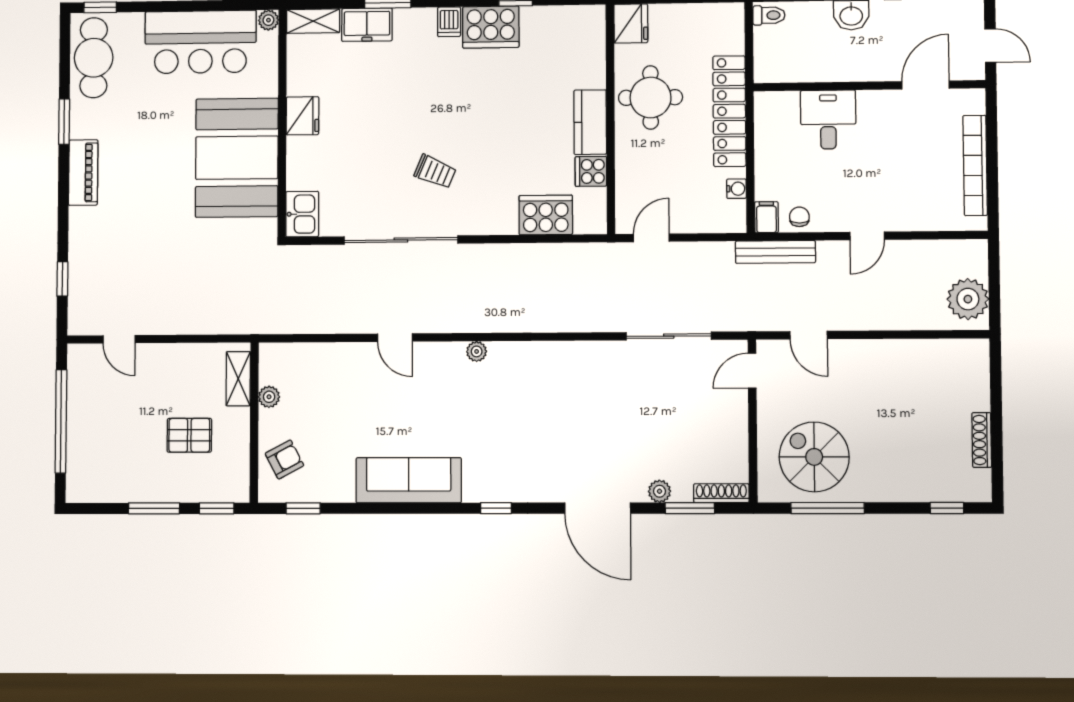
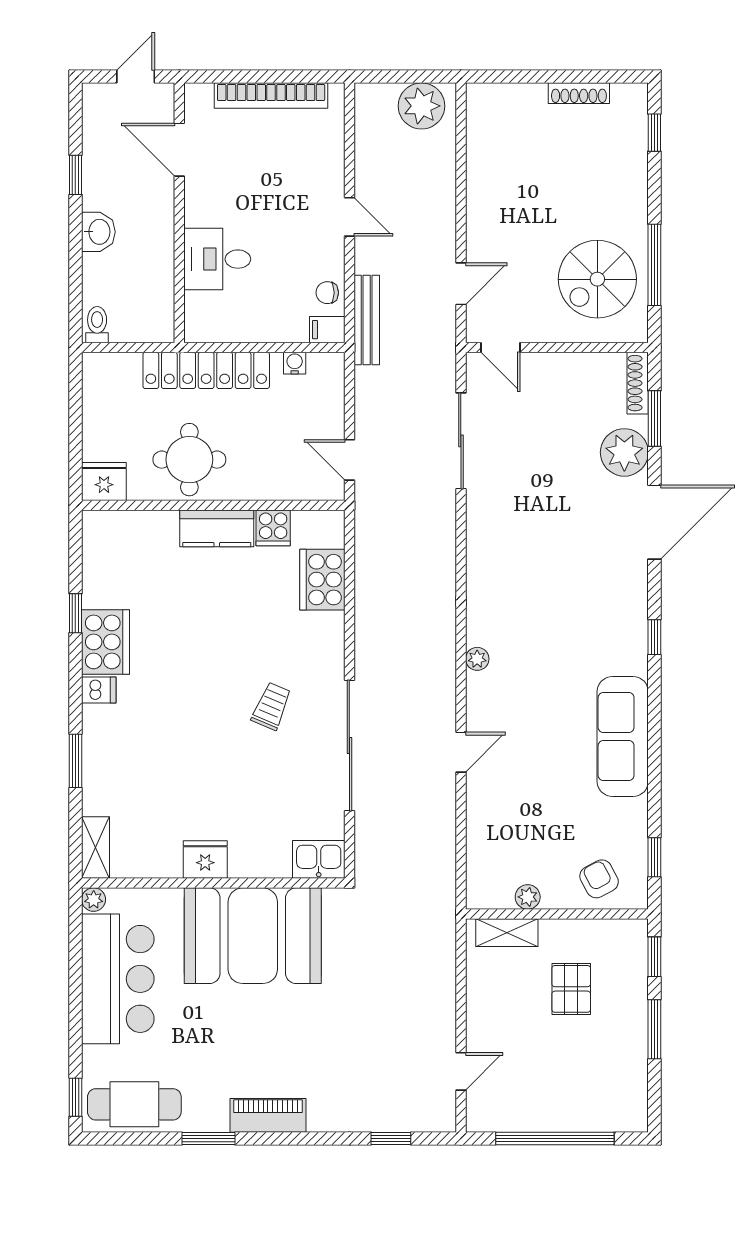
freezer: (367, 25) -> (101, 785), removed
plant: (660, 491) -> (624, 452), width x1.88, depth x1.88

